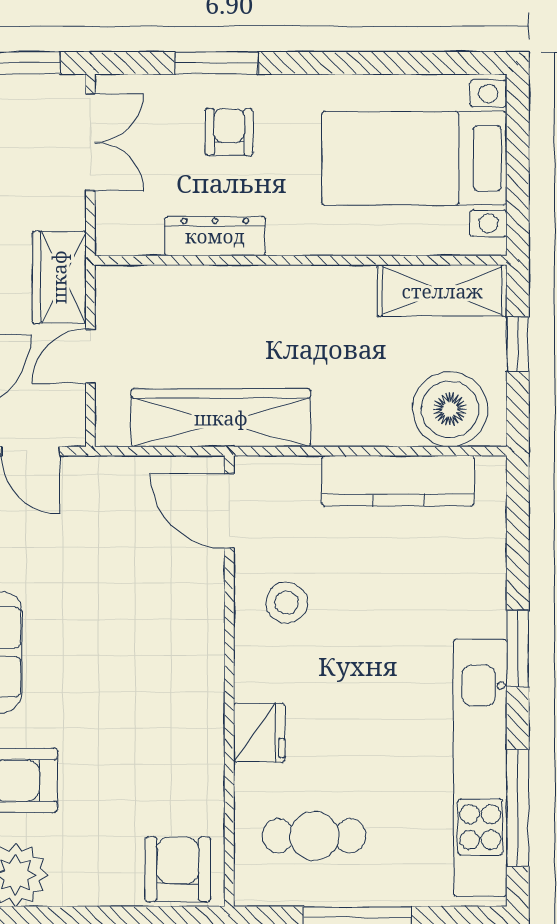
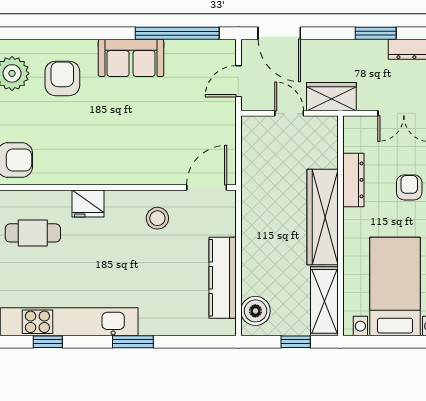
armchair: (229, 132) -> (409, 187), turned -90
boiler: (450, 409) -> (255, 311), width x0.73, depth x0.73
wardrobe: (221, 418) -> (323, 217), moved, turned 180
window: (518, 808) -> (48, 342), width x0.46
cafe table: (314, 836) -> (33, 233), turned 90

